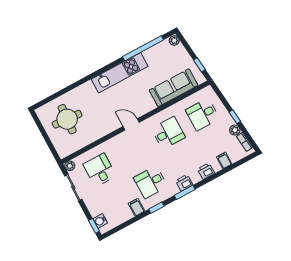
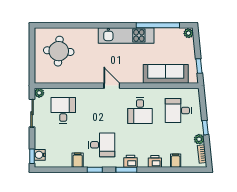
desk: (168, 133) -> (140, 111), turned 90
desk: (151, 182) -> (102, 145), turned 180

